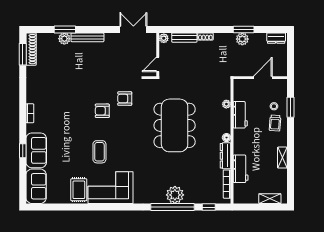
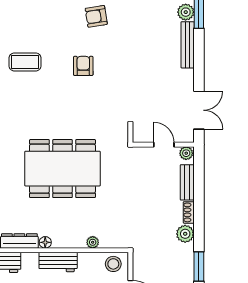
plant: (242, 39) -> (185, 234), moved
door: (158, 64) -> (164, 145), moved
stool: (242, 90) -> (113, 264), added
armchair: (125, 99) -> (96, 16), moved, turned -99
workbench: (240, 115) -> (58, 262), moved

